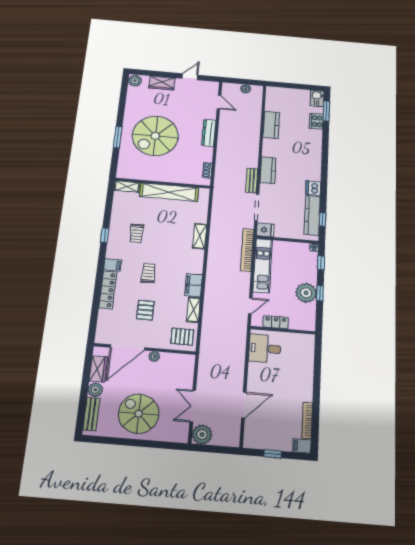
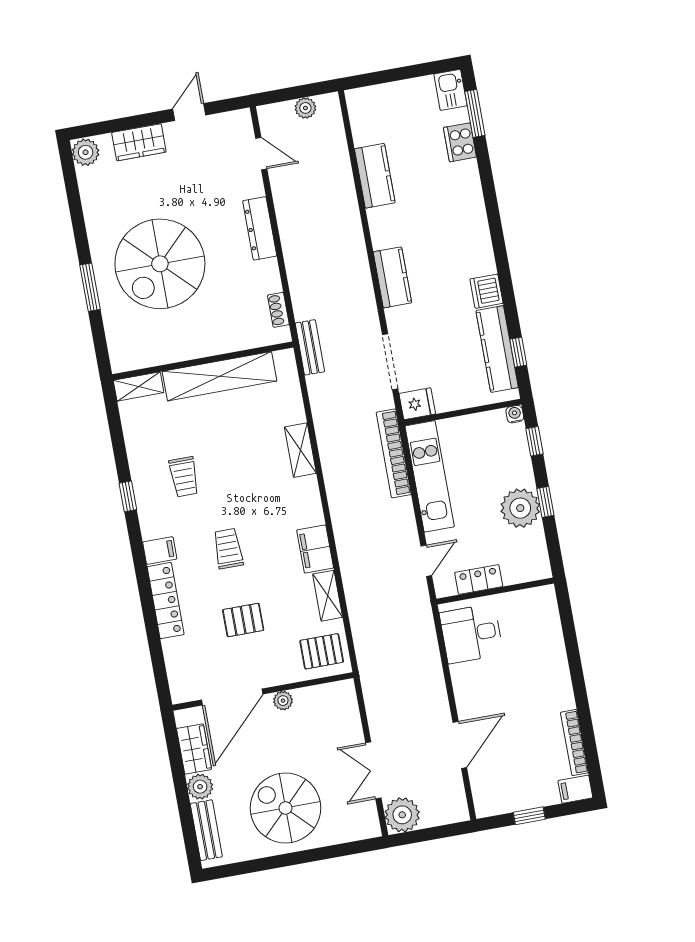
bench: (252, 180) -> (310, 347), moved
pallet: (145, 310) -> (243, 620), turned 90

